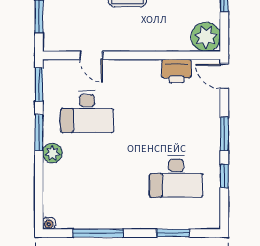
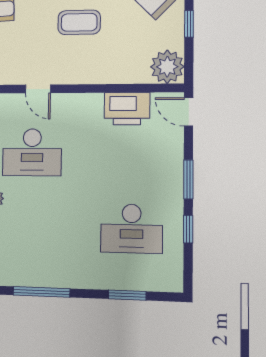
printer: (176, 71) -> (127, 109), width x1.37, depth x1.19

